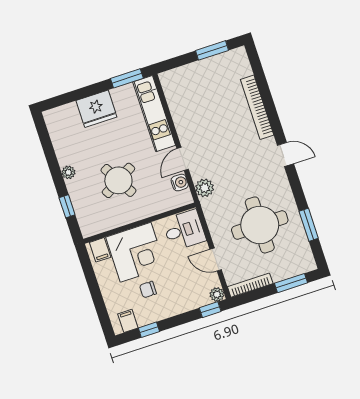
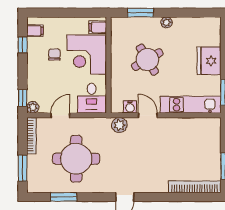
bookcase: (257, 107) -> (195, 187), moved
window: (67, 206) -> (140, 13), width x1.50

